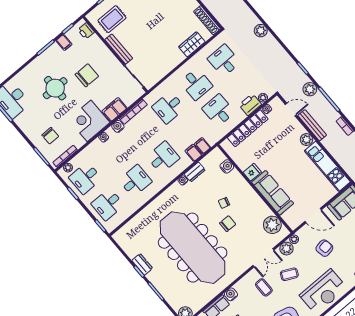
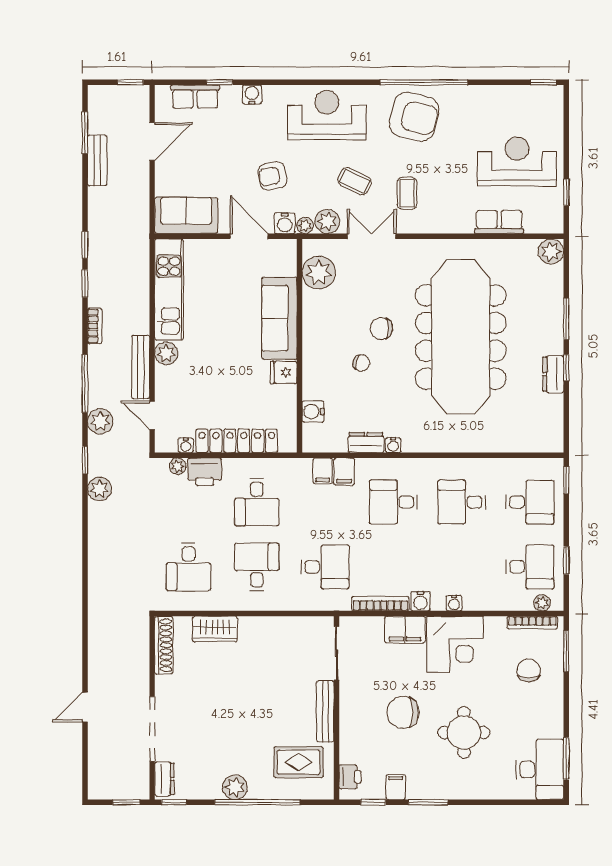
plant: (261, 31) -> (99, 489), moved
water cooler: (231, 294) -> (285, 223), moved

